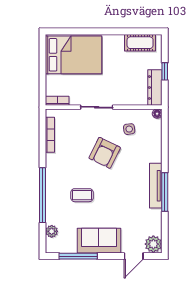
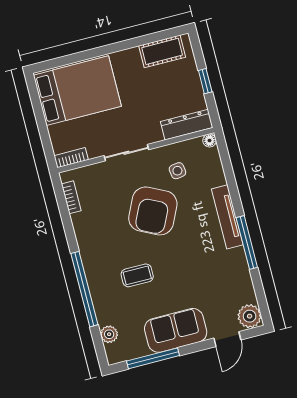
dresser: (155, 88) -> (187, 125), moved, turned 90
bookcase: (50, 135) -> (71, 197), width x0.64
armchair: (105, 153) -> (153, 211), width x1.36, depth x1.36
tv unit: (156, 186) -> (227, 217), moved

